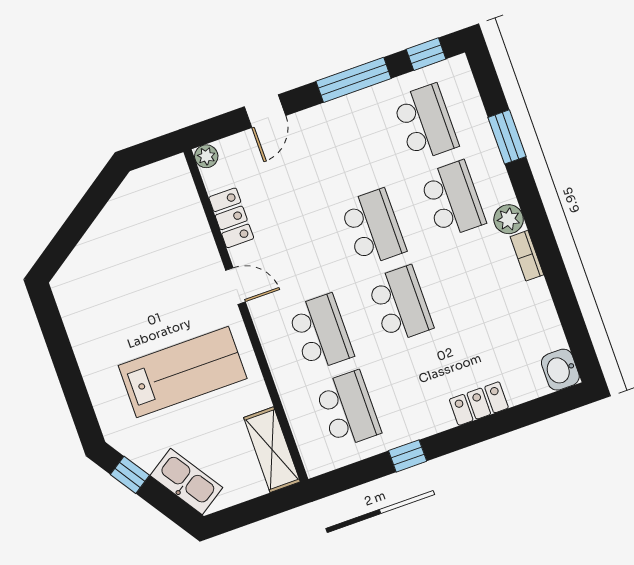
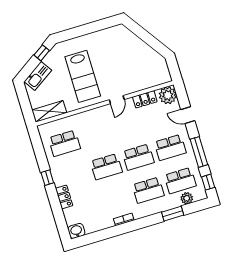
plant: (206, 156) -> (168, 95), width x1.87, depth x1.87
plant: (509, 219) -> (187, 198), moved
school desk: (321, 332) -> (170, 147), moved
window: (408, 456) -> (47, 178), moved

